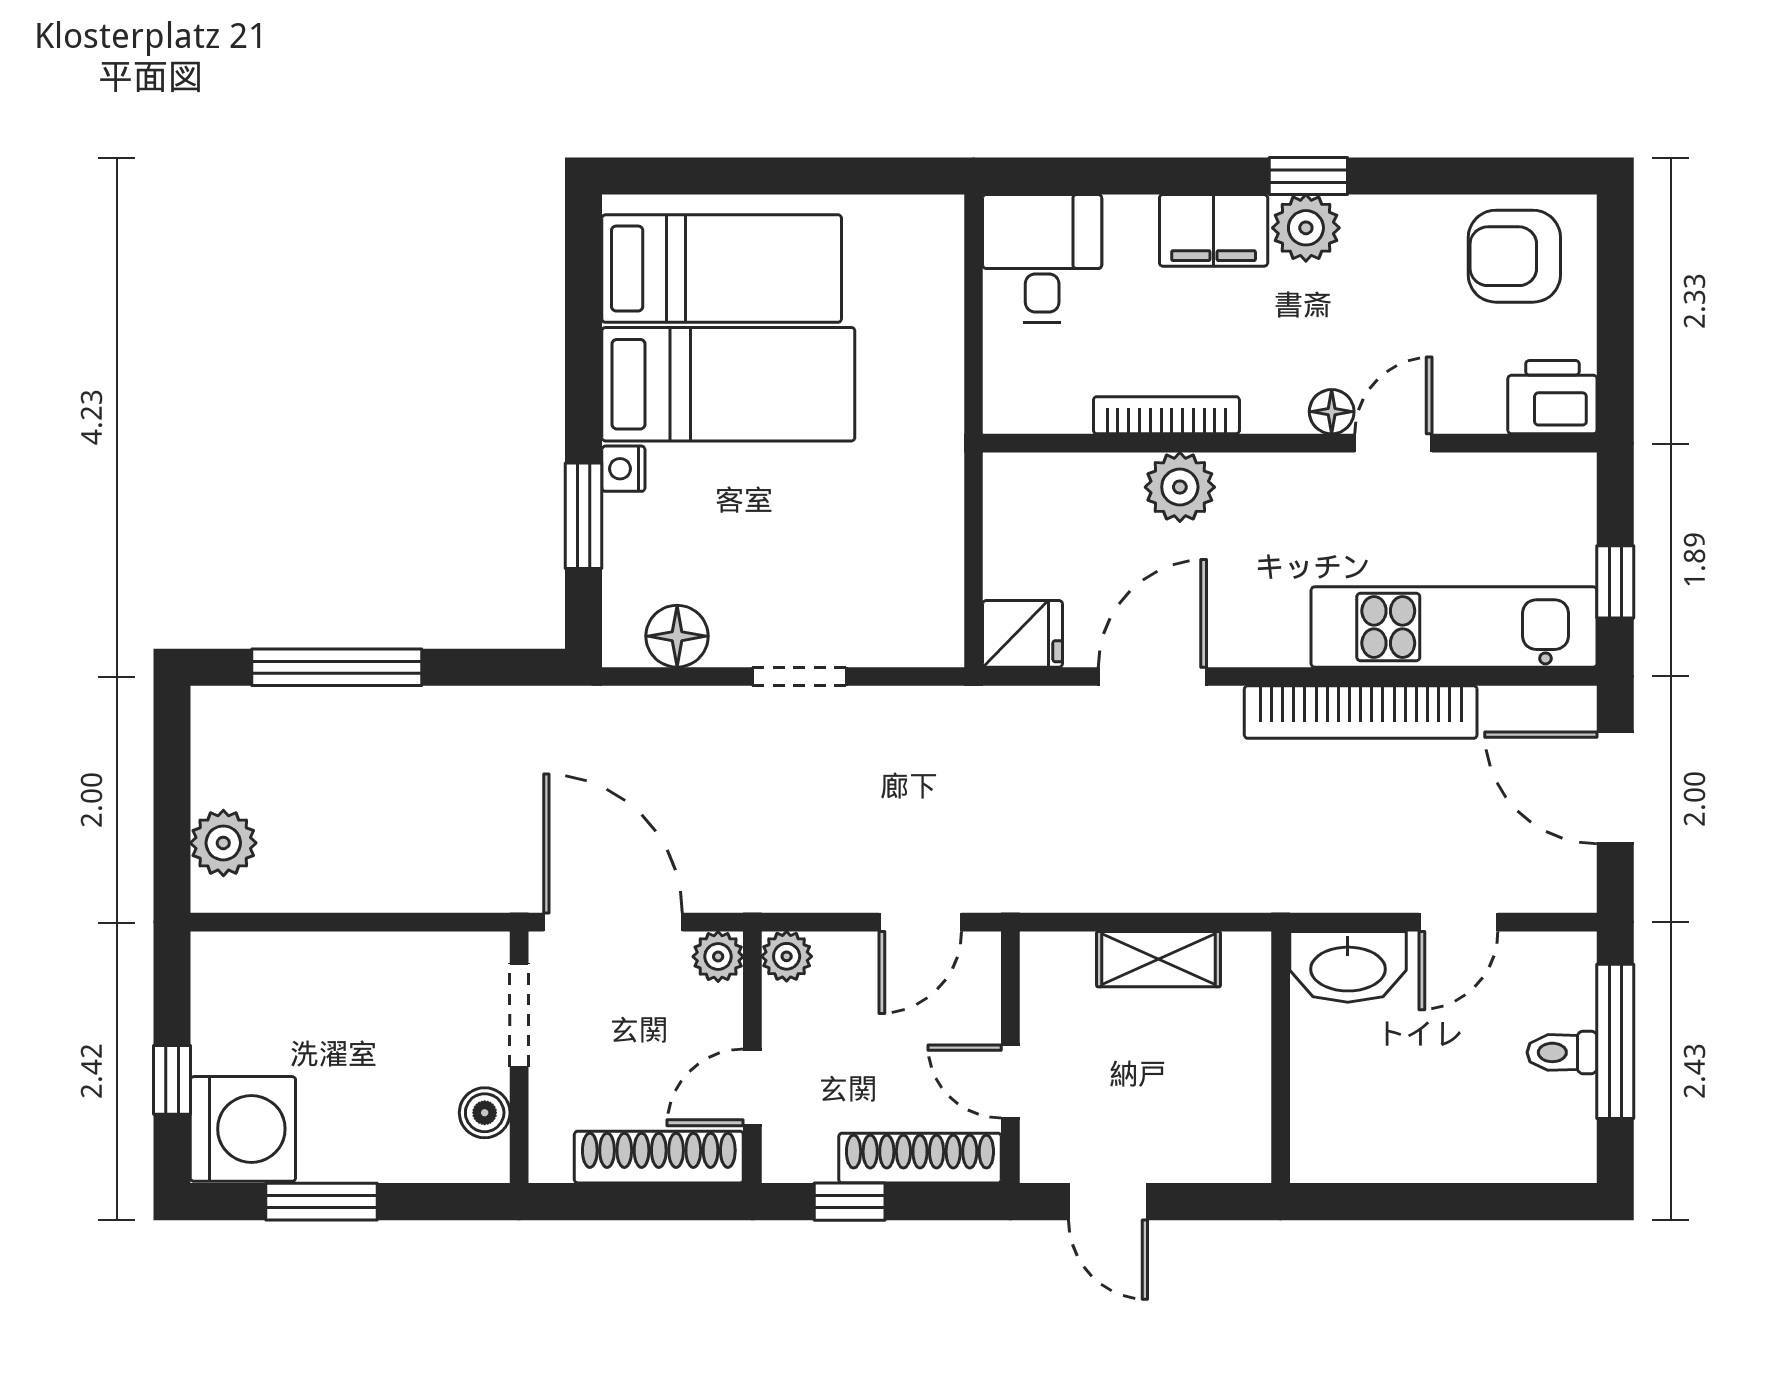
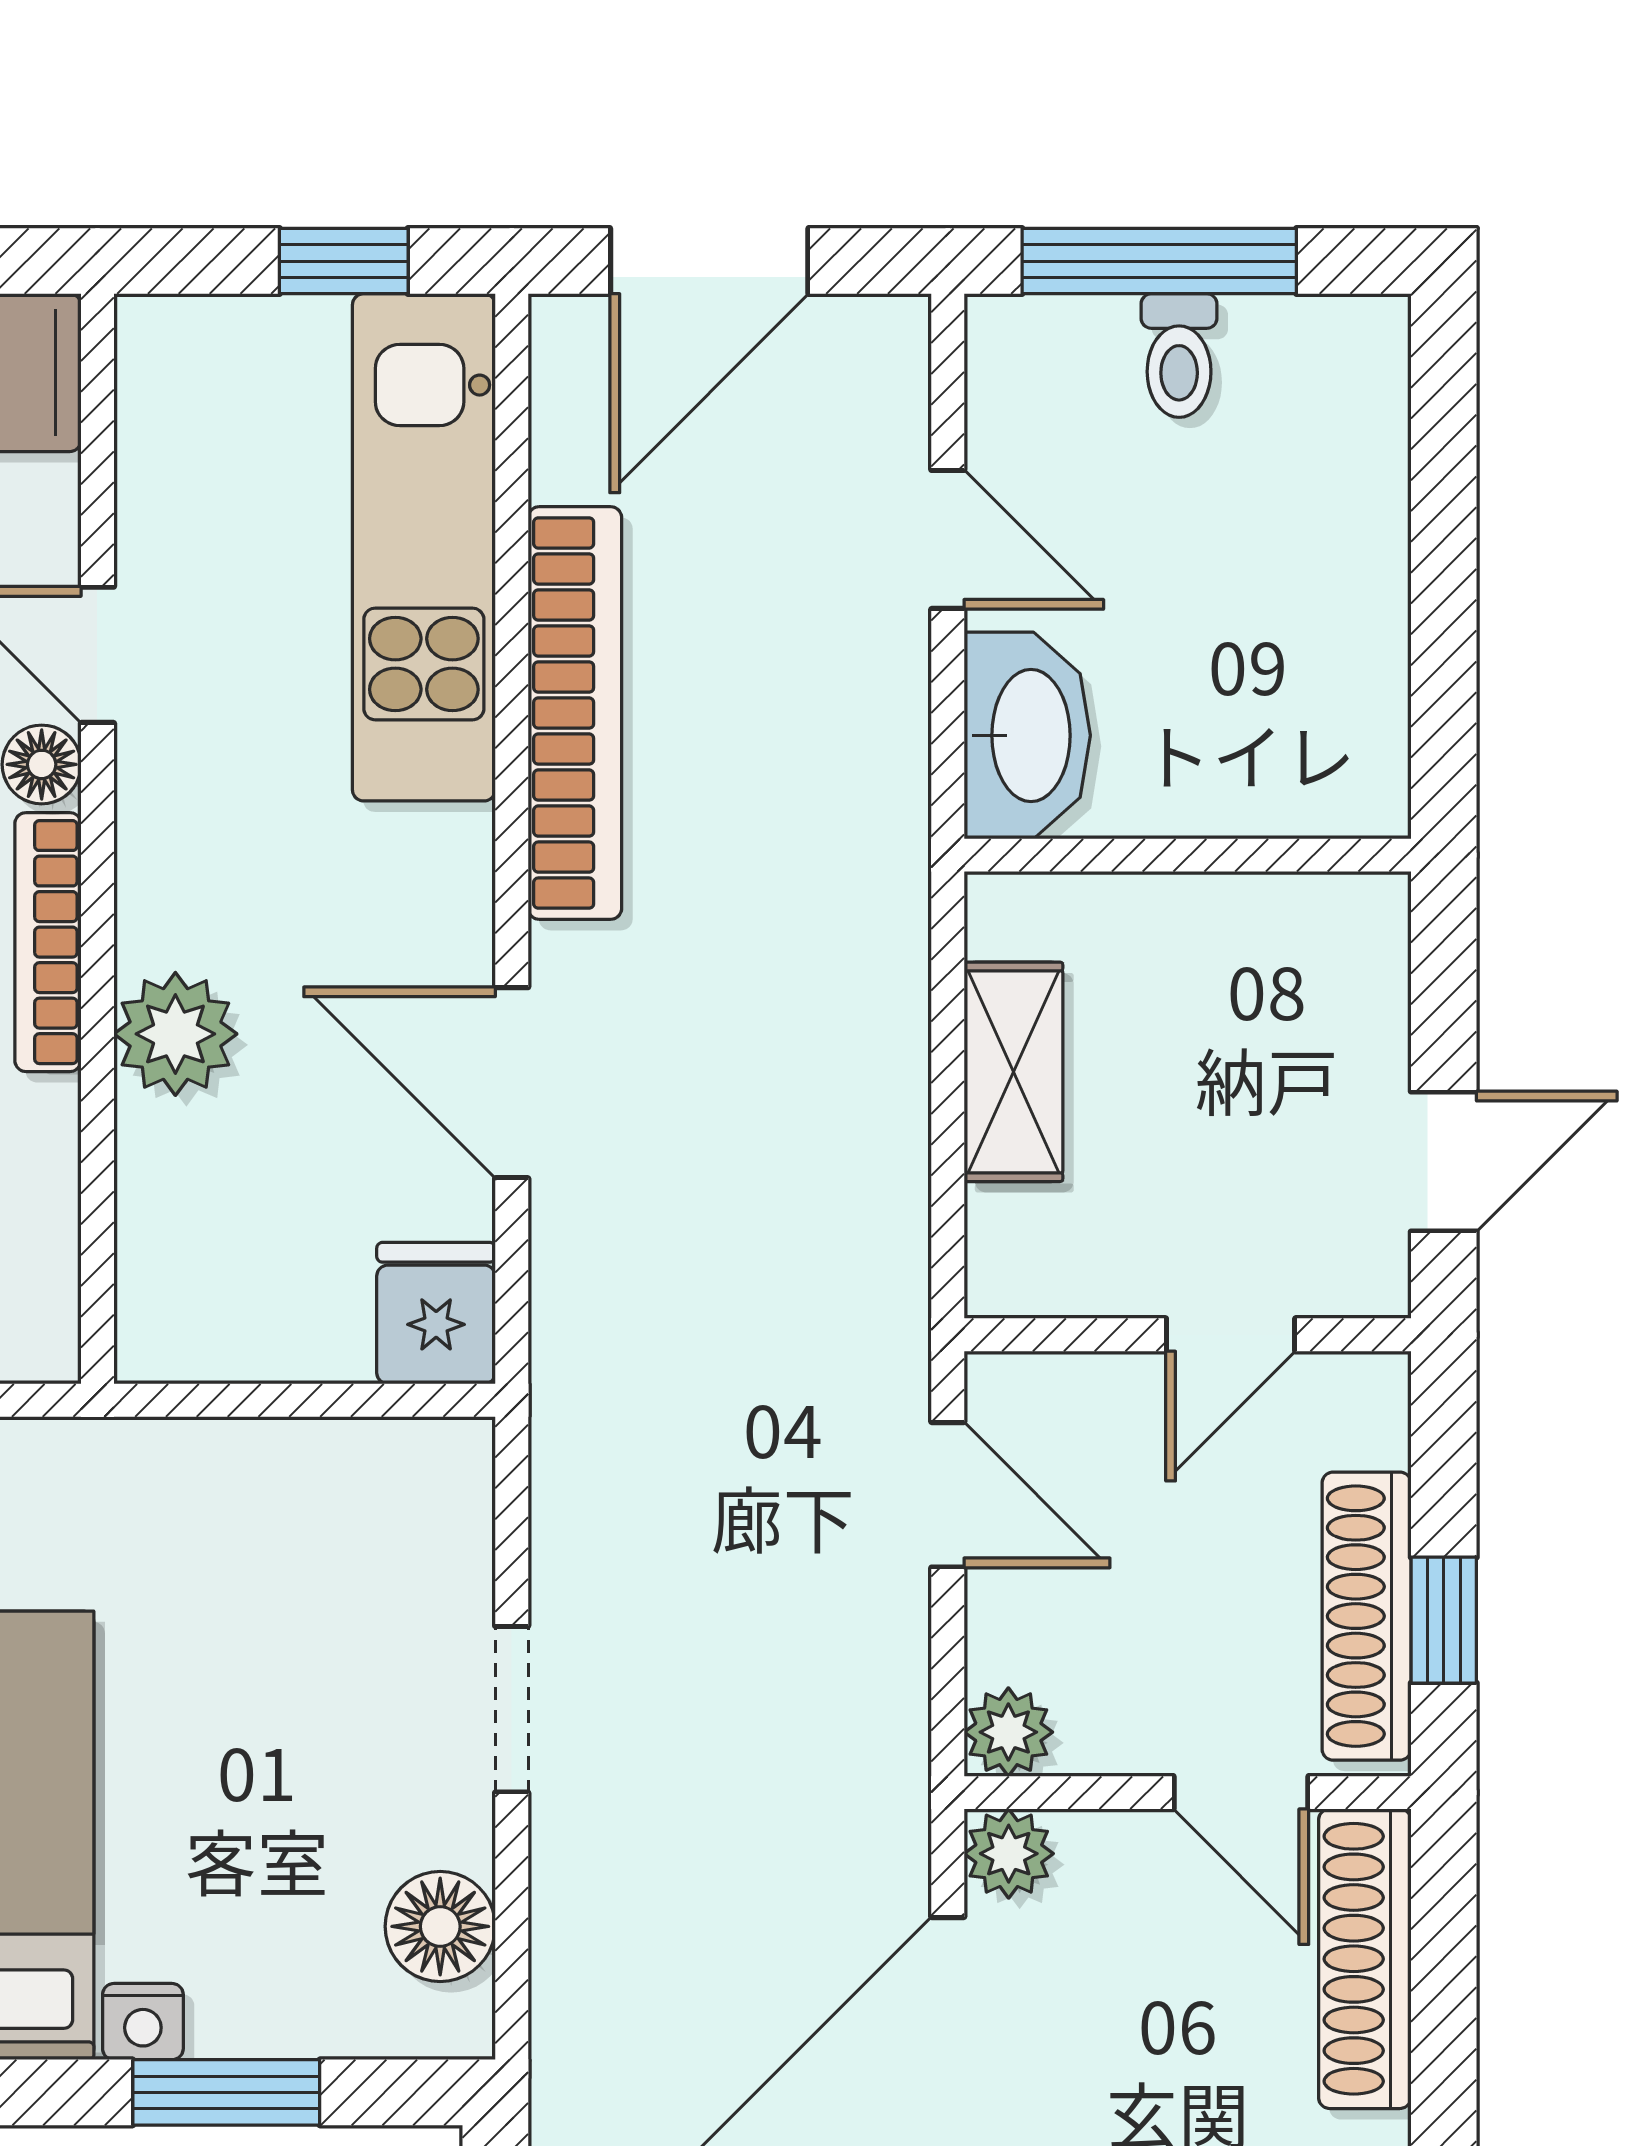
bookcase: (1166, 415) -> (48, 942), moved
shoe rack: (920, 1158) -> (1367, 1616), moved

